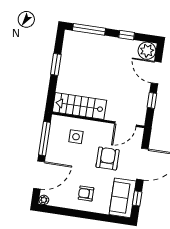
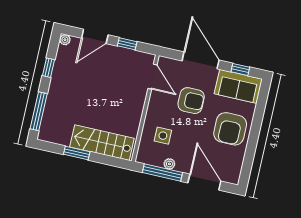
plant: (147, 51) -> (65, 40), width x0.53, depth x0.53
stairs: (79, 106) -> (102, 143), moved, turned 90
armchair: (108, 159) -> (191, 101), turned 180
armchair: (86, 193) -> (230, 129), width x1.88, depth x1.88
plant: (44, 200) -> (169, 164), moved

